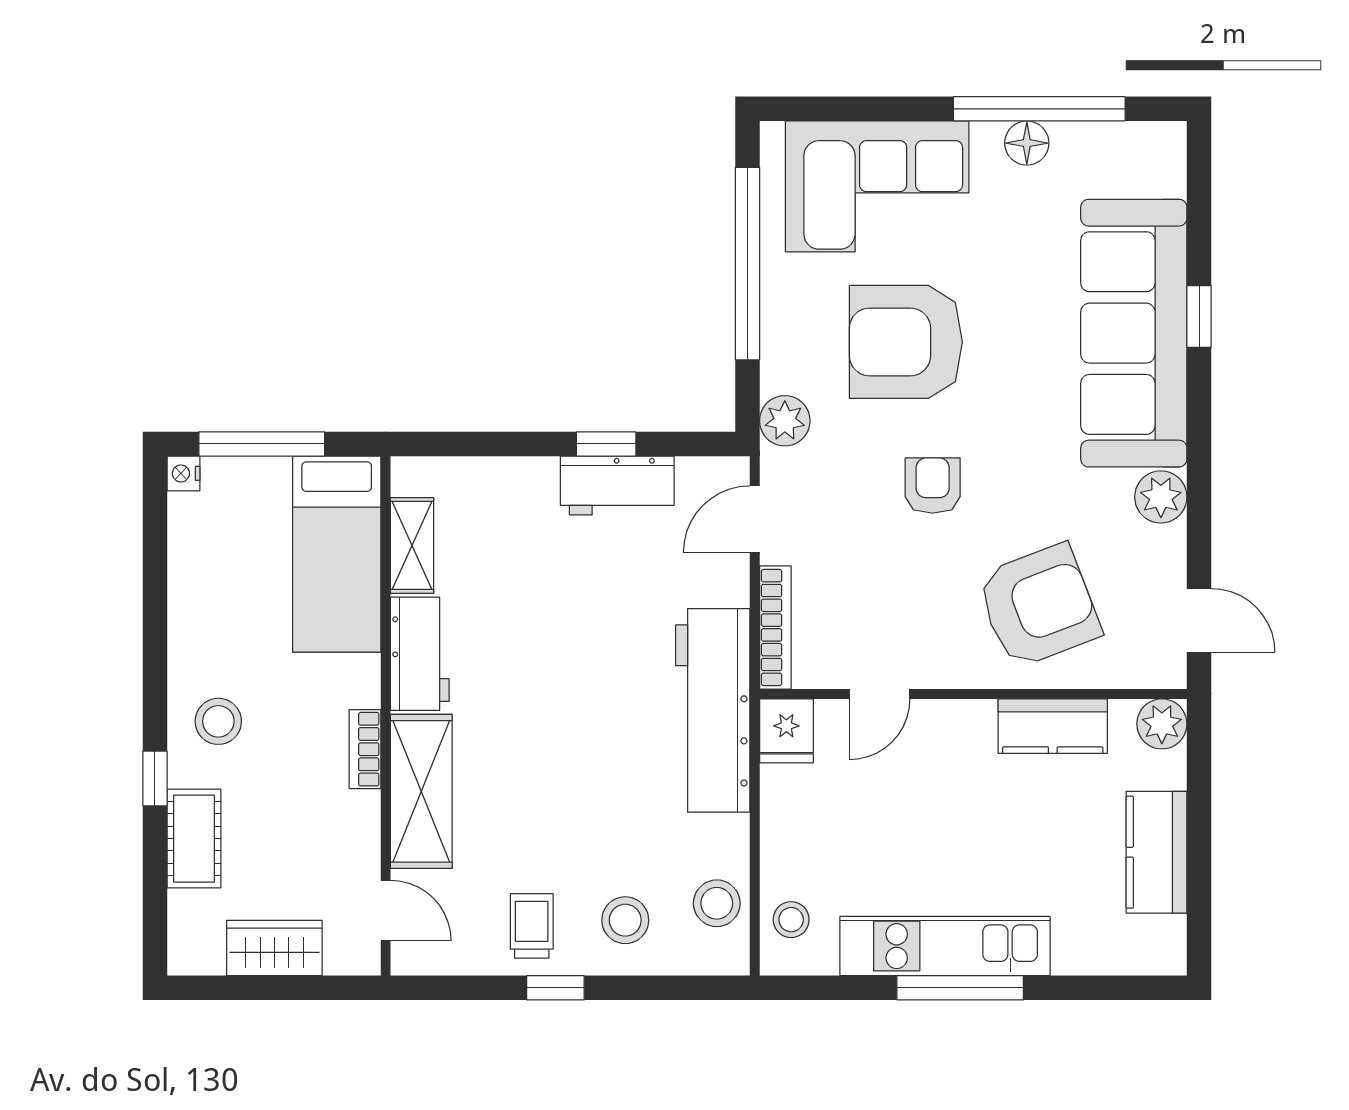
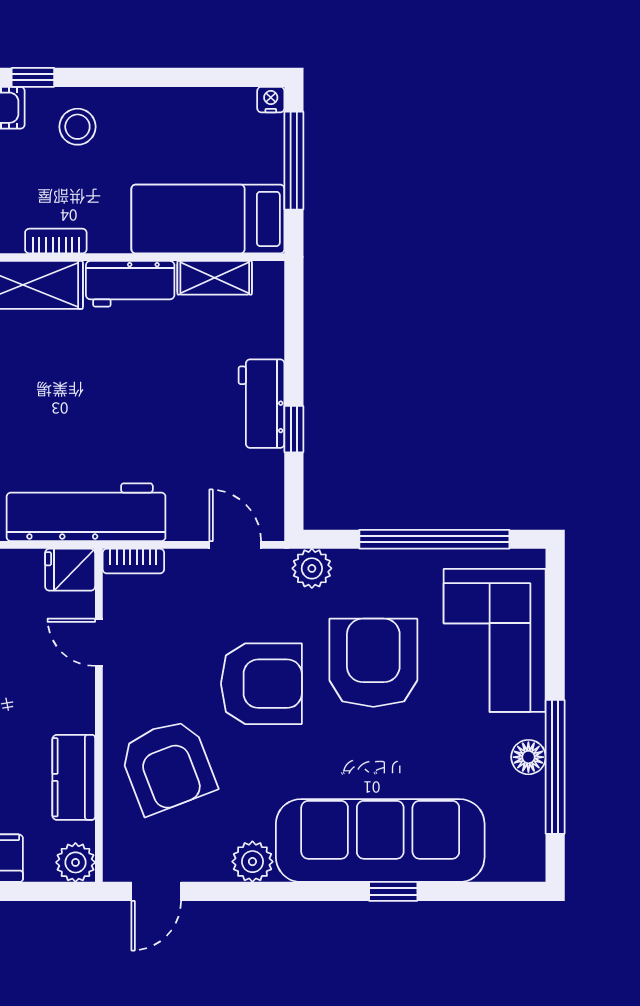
workbench: (617, 485) -> (261, 404), moved
armchair: (933, 486) -> (261, 684), width x1.88, depth x1.88
bookcase: (775, 627) -> (133, 561), width x0.64

